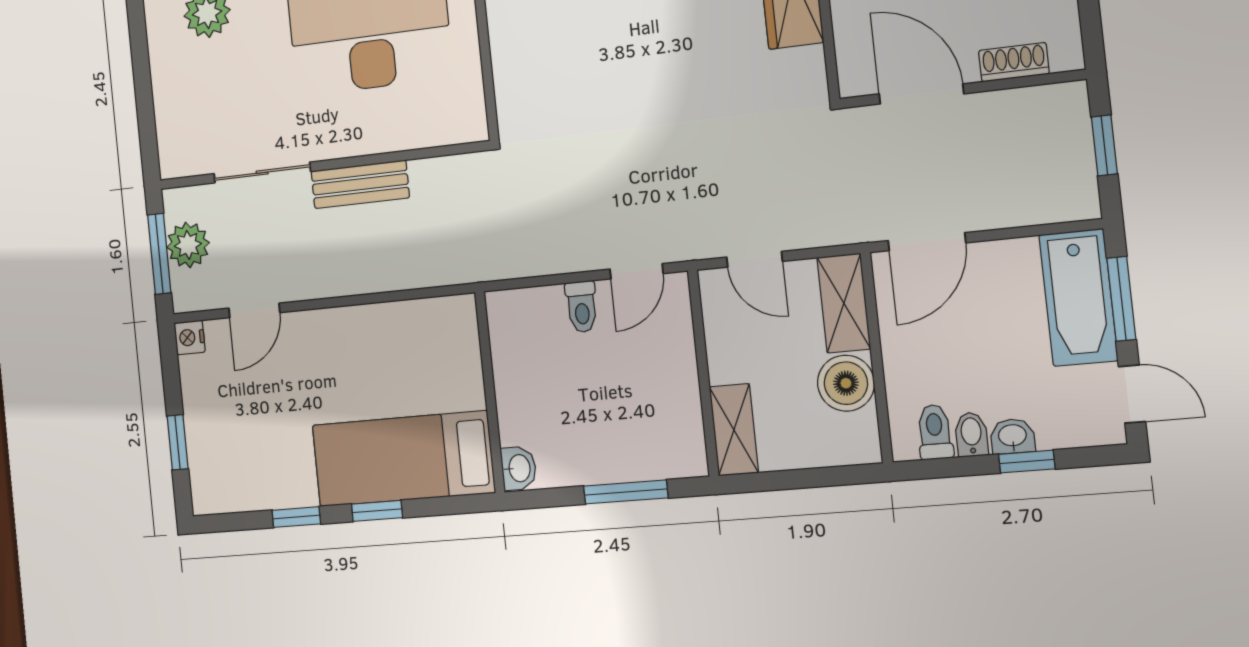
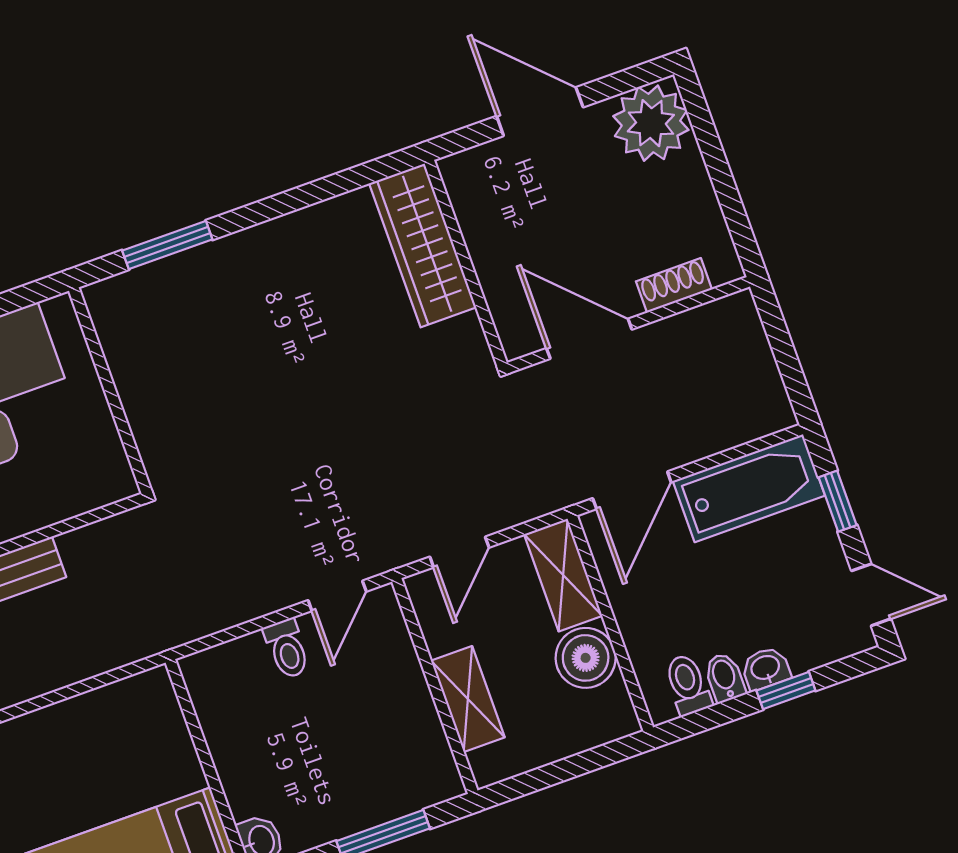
window: (1104, 145) -> (783, 350), removed
door: (755, 259) -> (459, 552), hinge flipped
bathtub: (1078, 298) -> (749, 488), moved, turned -90
window: (1121, 299) -> (838, 501), width x0.67
shelving: (734, 430) -> (468, 699), moved

